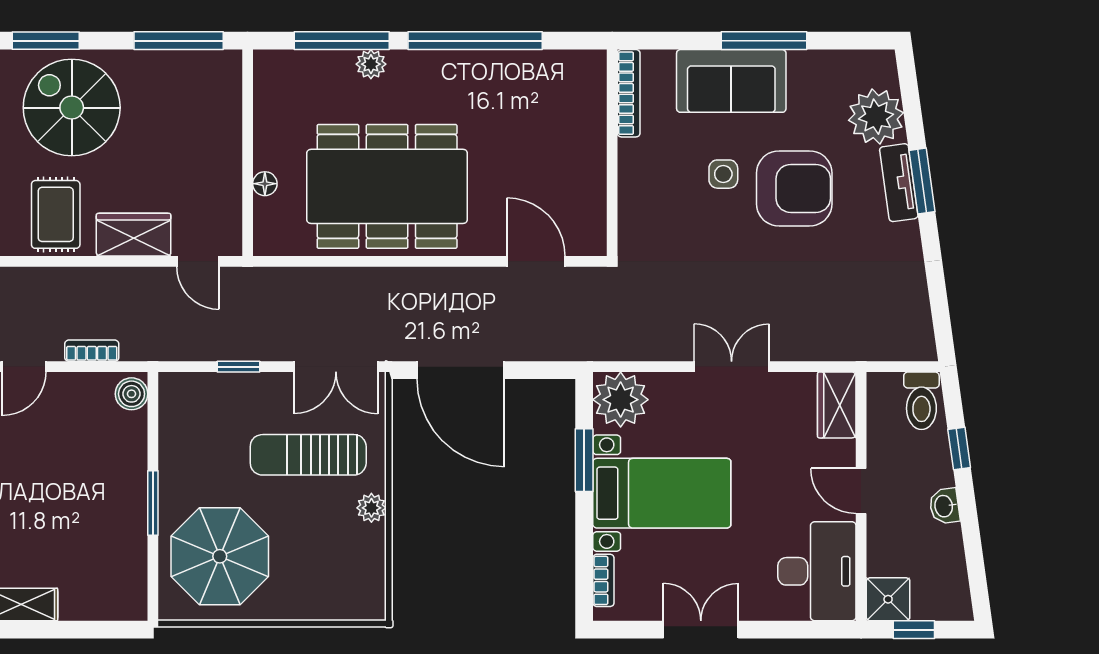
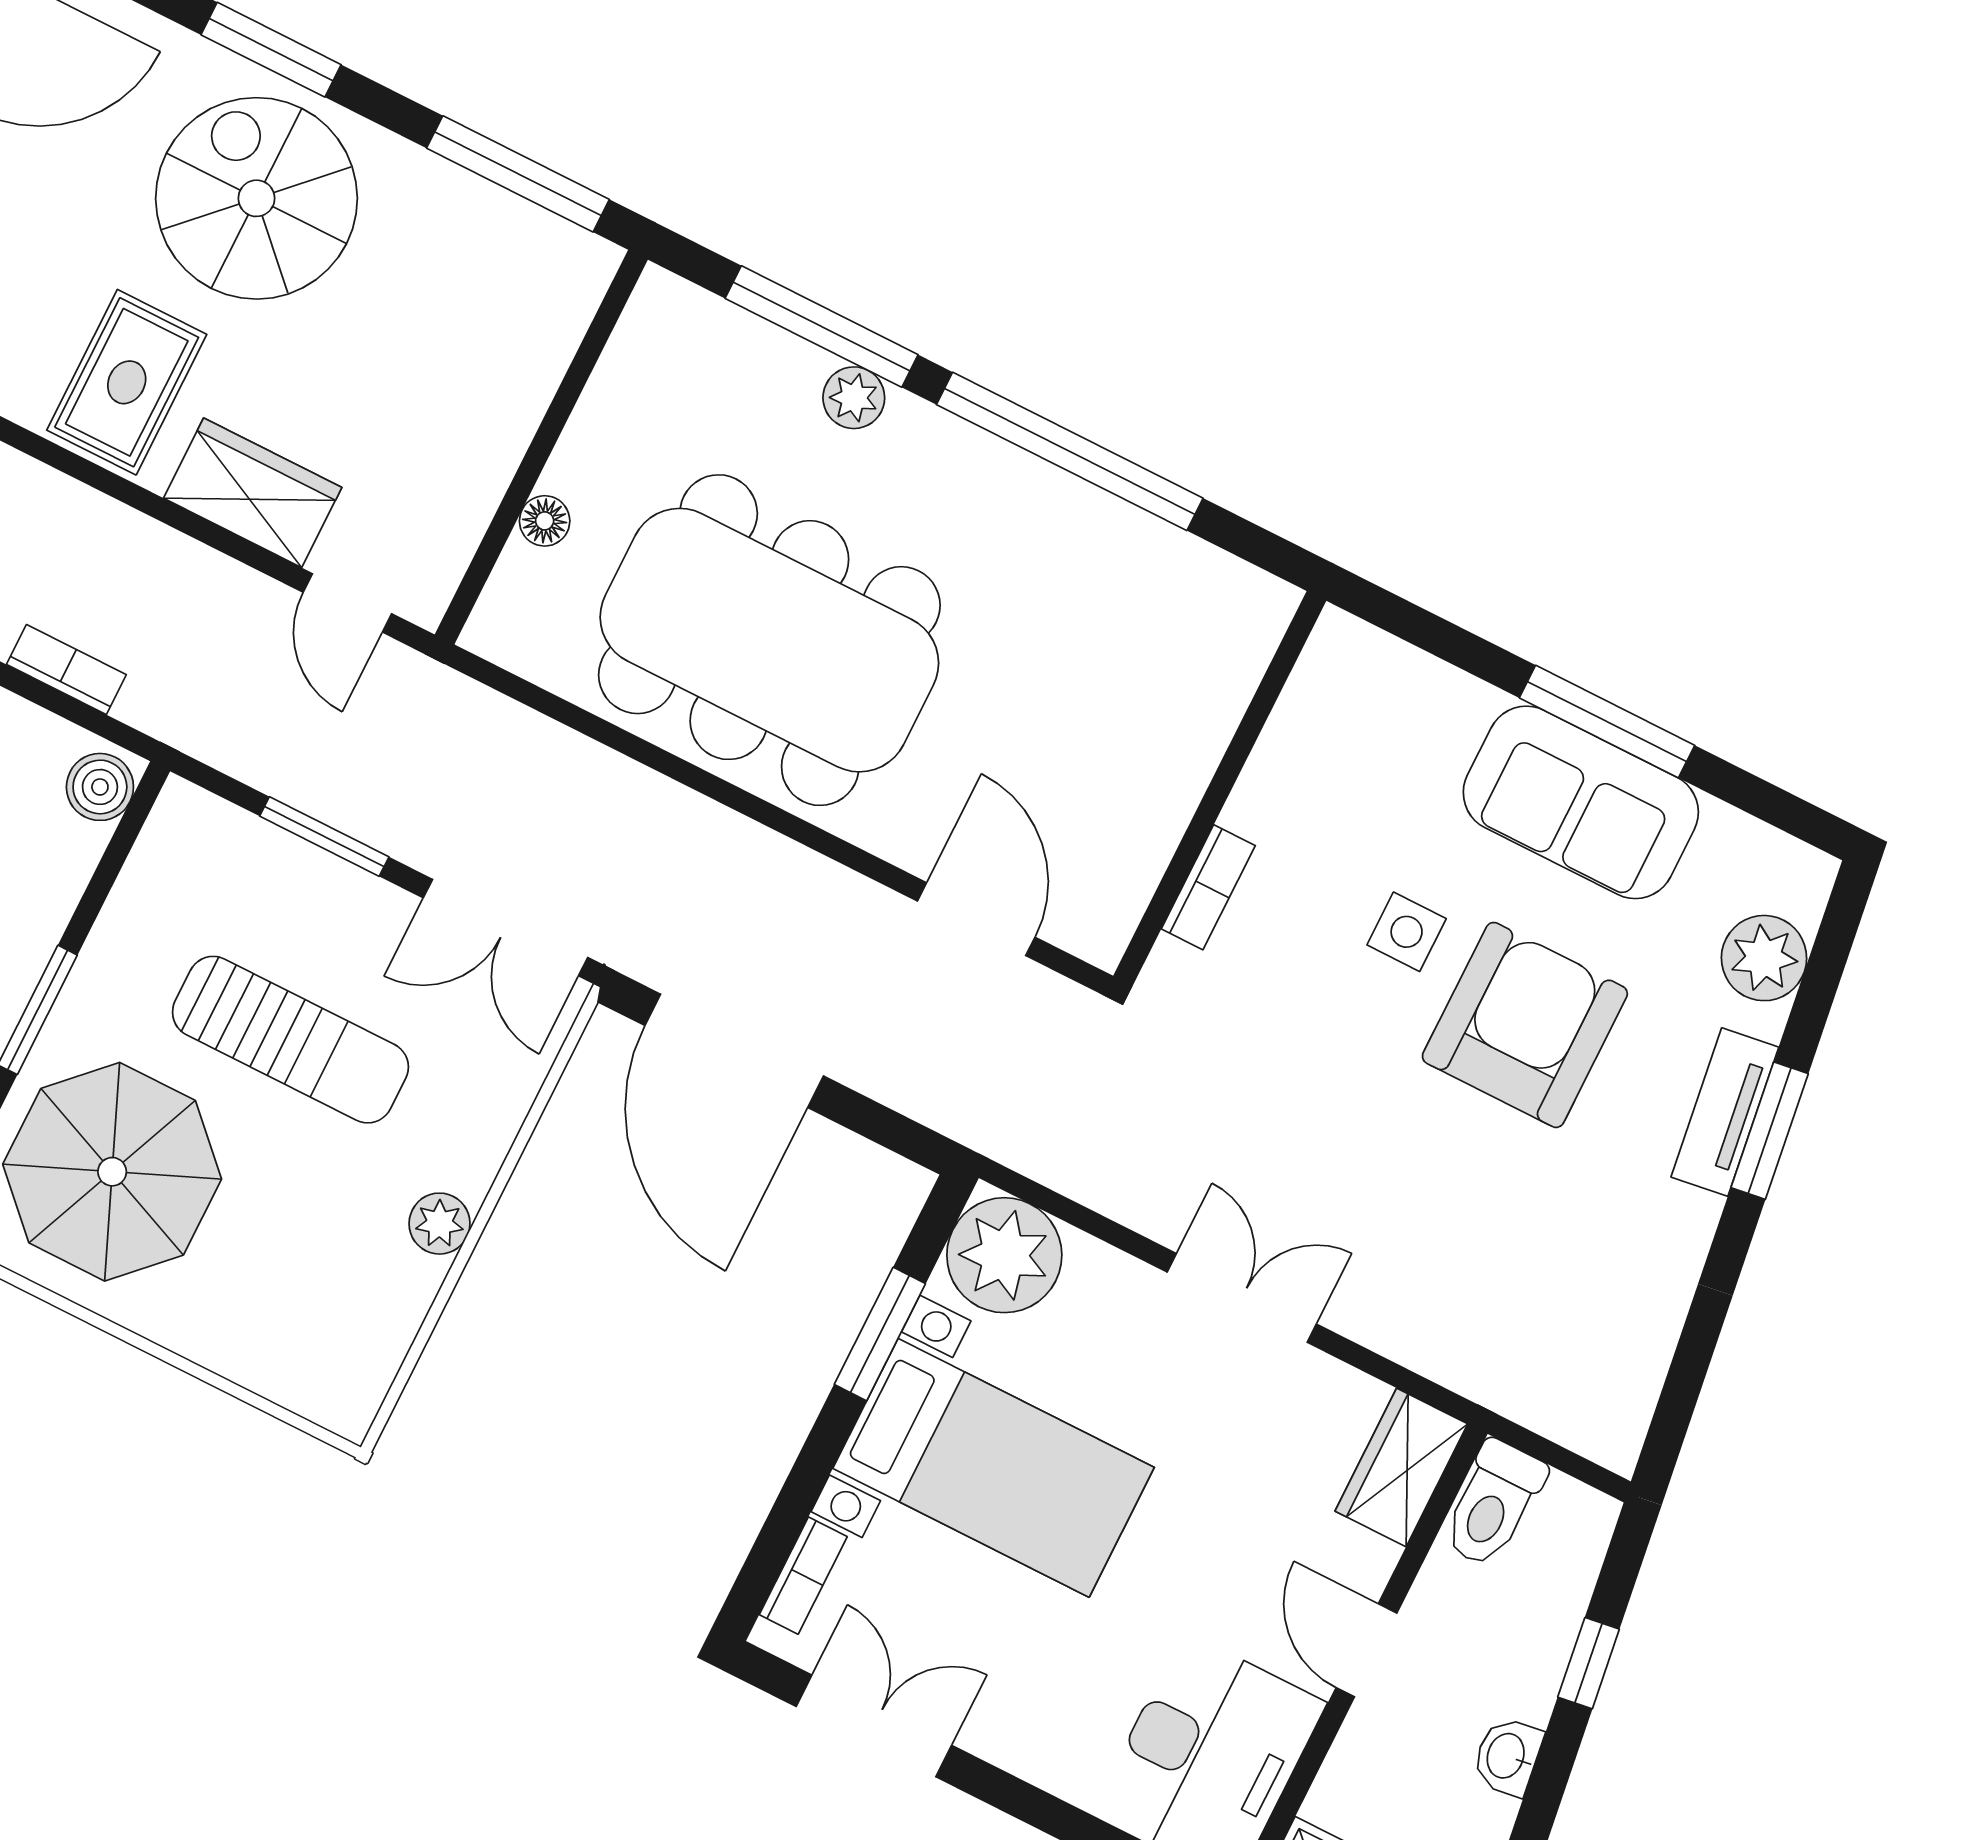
sofa: (731, 81) -> (1581, 802), moved
bookcase: (629, 93) -> (1208, 887), moved, width x0.64
plant: (876, 117) -> (1764, 958), width x0.73, depth x0.73
armchair: (794, 188) -> (1525, 1025), turned -90
window: (238, 367) -> (324, 837), width x1.50
toilet: (921, 401) -> (1493, 1504), moved
sun lounger: (308, 455) -> (290, 1040), moved, turned 180
double door: (701, 630) -> (874, 1726), moved

